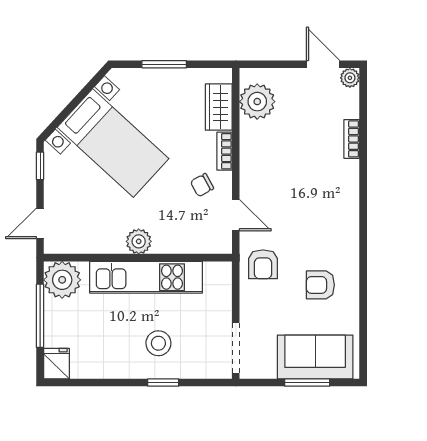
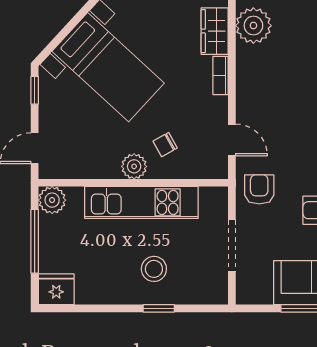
chair: (202, 185) -> (165, 145), moved
armchair: (263, 264) -> (259, 189), turned 180
plant: (62, 280) -> (52, 200), width x0.73, depth x0.73
doorway: (236, 348) -> (232, 246), moved
fridge: (56, 364) -> (56, 289), width x1.38

